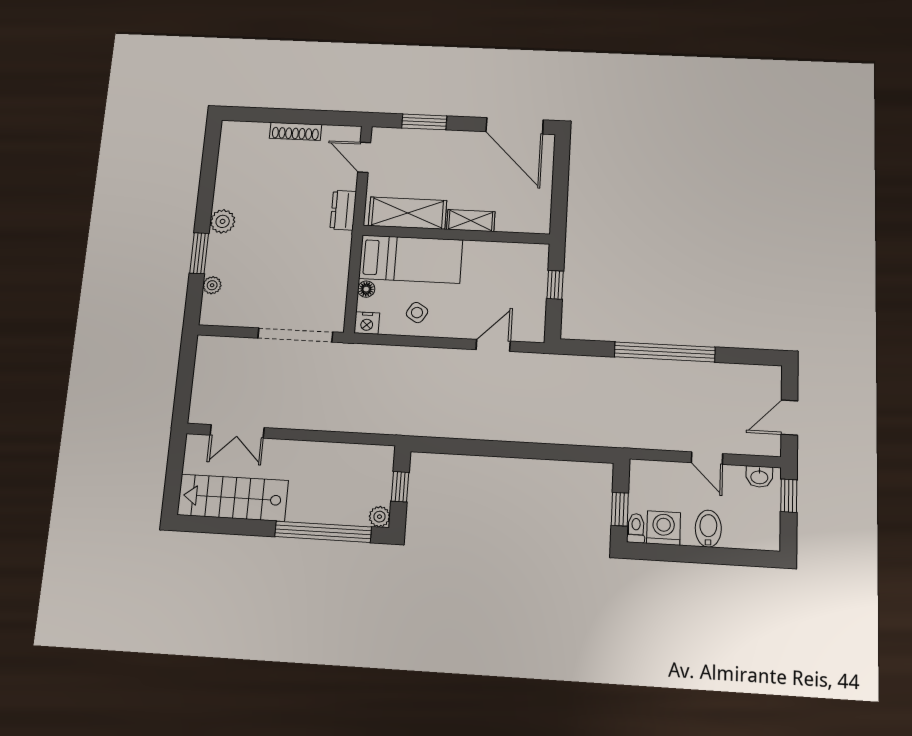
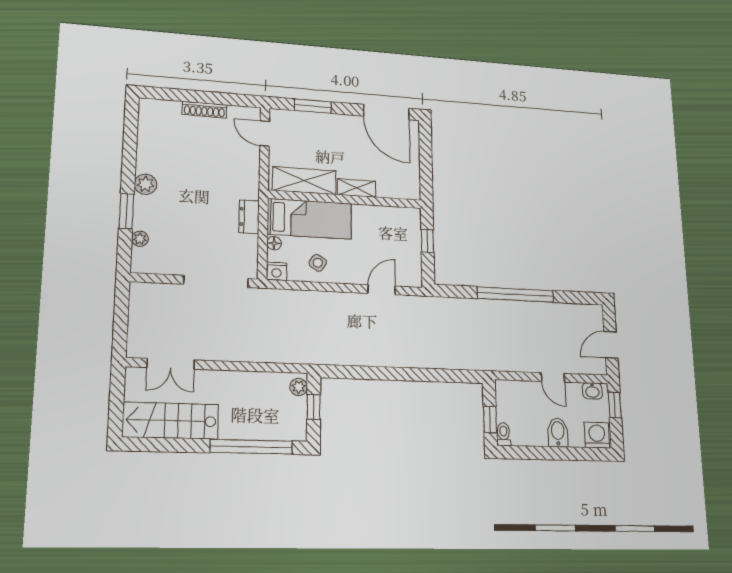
dresser: (343, 210) -> (249, 217), moved
plant: (379, 517) -> (299, 387), moved
washing machine: (663, 528) -> (597, 435), moved

